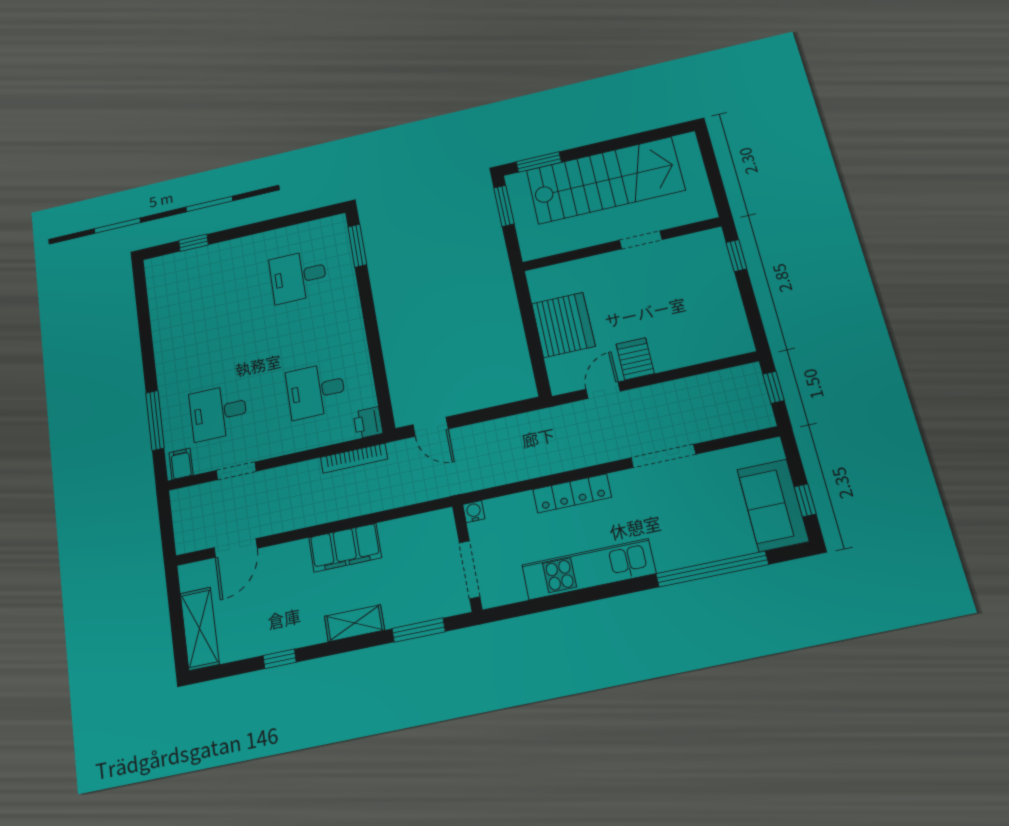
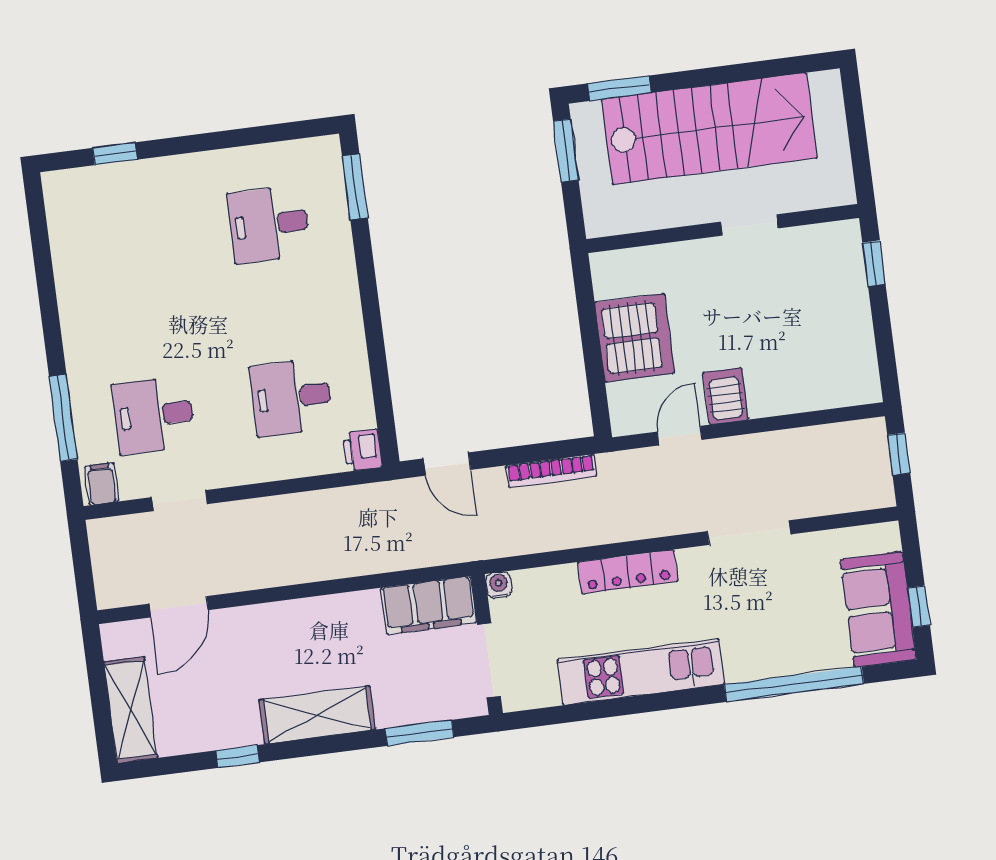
bookcase: (354, 458) -> (551, 471), moved
filing cabinet: (345, 548) -> (429, 605), moved
shelving: (354, 623) -> (317, 715), width x1.50, depth x1.33

